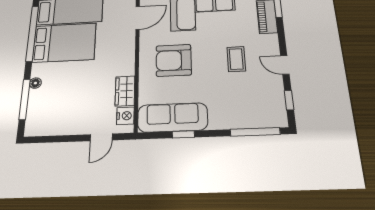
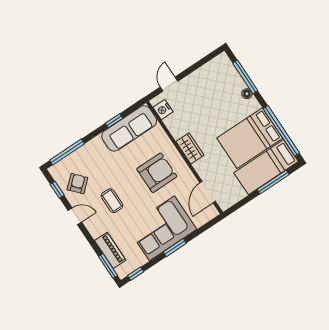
wardrobe: (125, 91) -> (190, 148), moved
armchair: (263, 94) -> (77, 184), added

